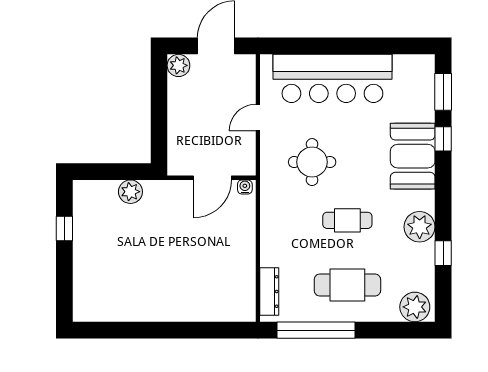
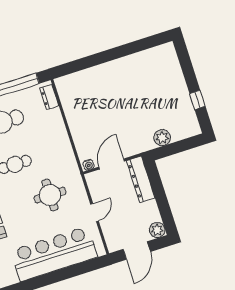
dresser: (179, 143) -> (141, 179), added
dresser: (269, 292) -> (49, 97), width x0.70

